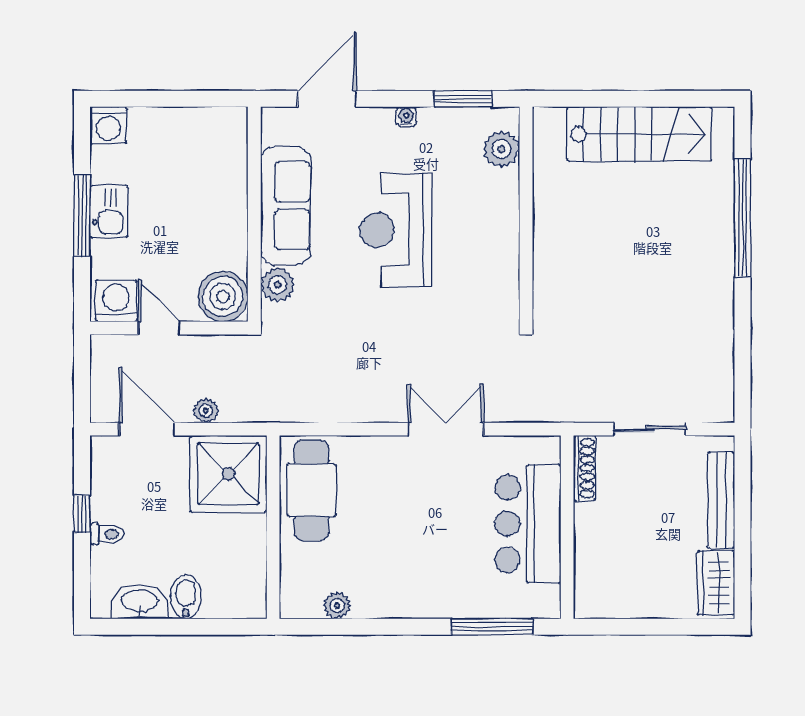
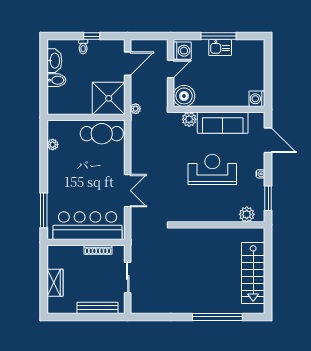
washing machine: (108, 125) -> (257, 99), moved
plant: (206, 410) -> (136, 109), moved
shoe rack: (585, 468) -> (98, 250), moved
bar counter: (528, 524) -> (88, 226), width x1.36
wardrobe: (716, 583) -> (55, 283), moved, turned 90

